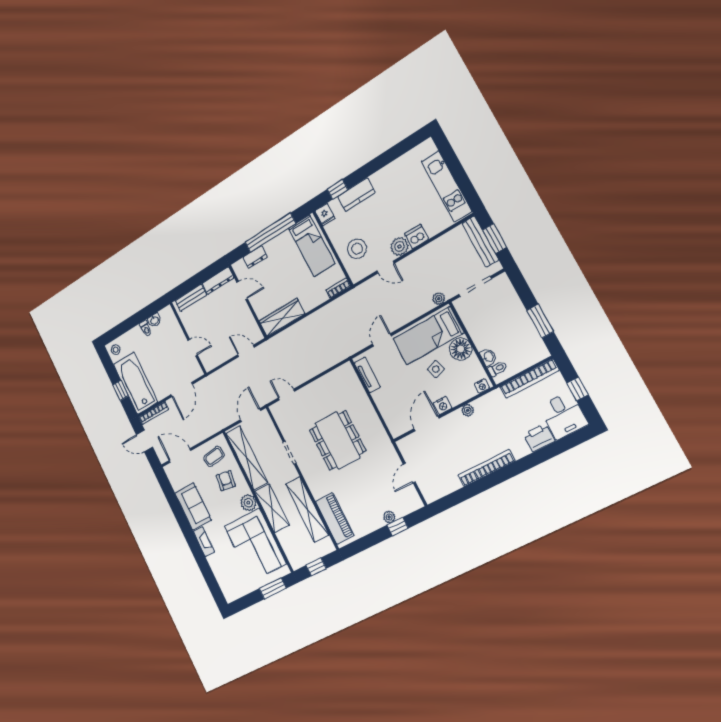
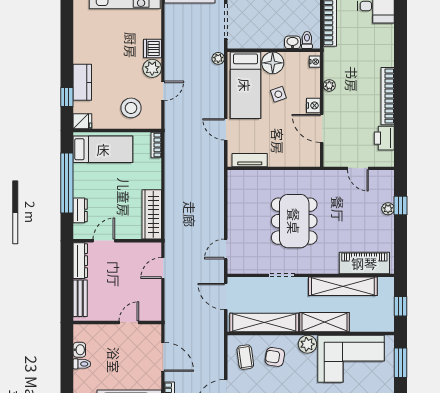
printer: (539, 438) -> (384, 138), moved
dining table: (338, 440) -> (294, 221), turned 90

